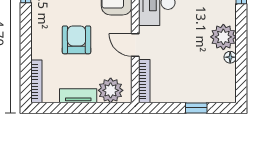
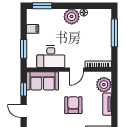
armchair: (76, 40) -> (73, 105), turned 90
window: (196, 108) -> (114, 33), width x2.17

